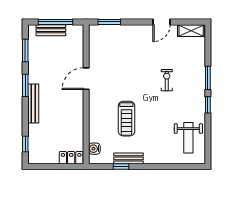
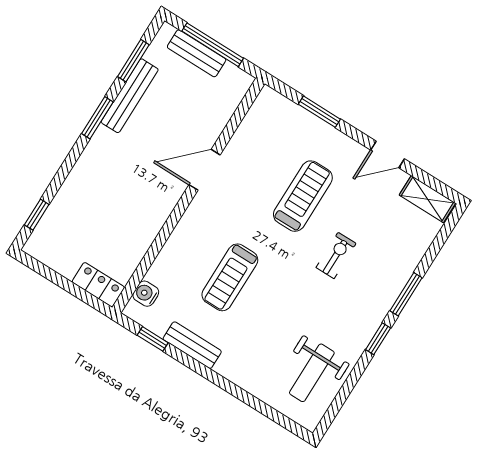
window: (109, 22) -> (319, 112), moved
treadmill: (136, 63) -> (303, 196), added
bench: (33, 103) -> (130, 96), moved
window: (121, 167) -> (153, 339), moved

